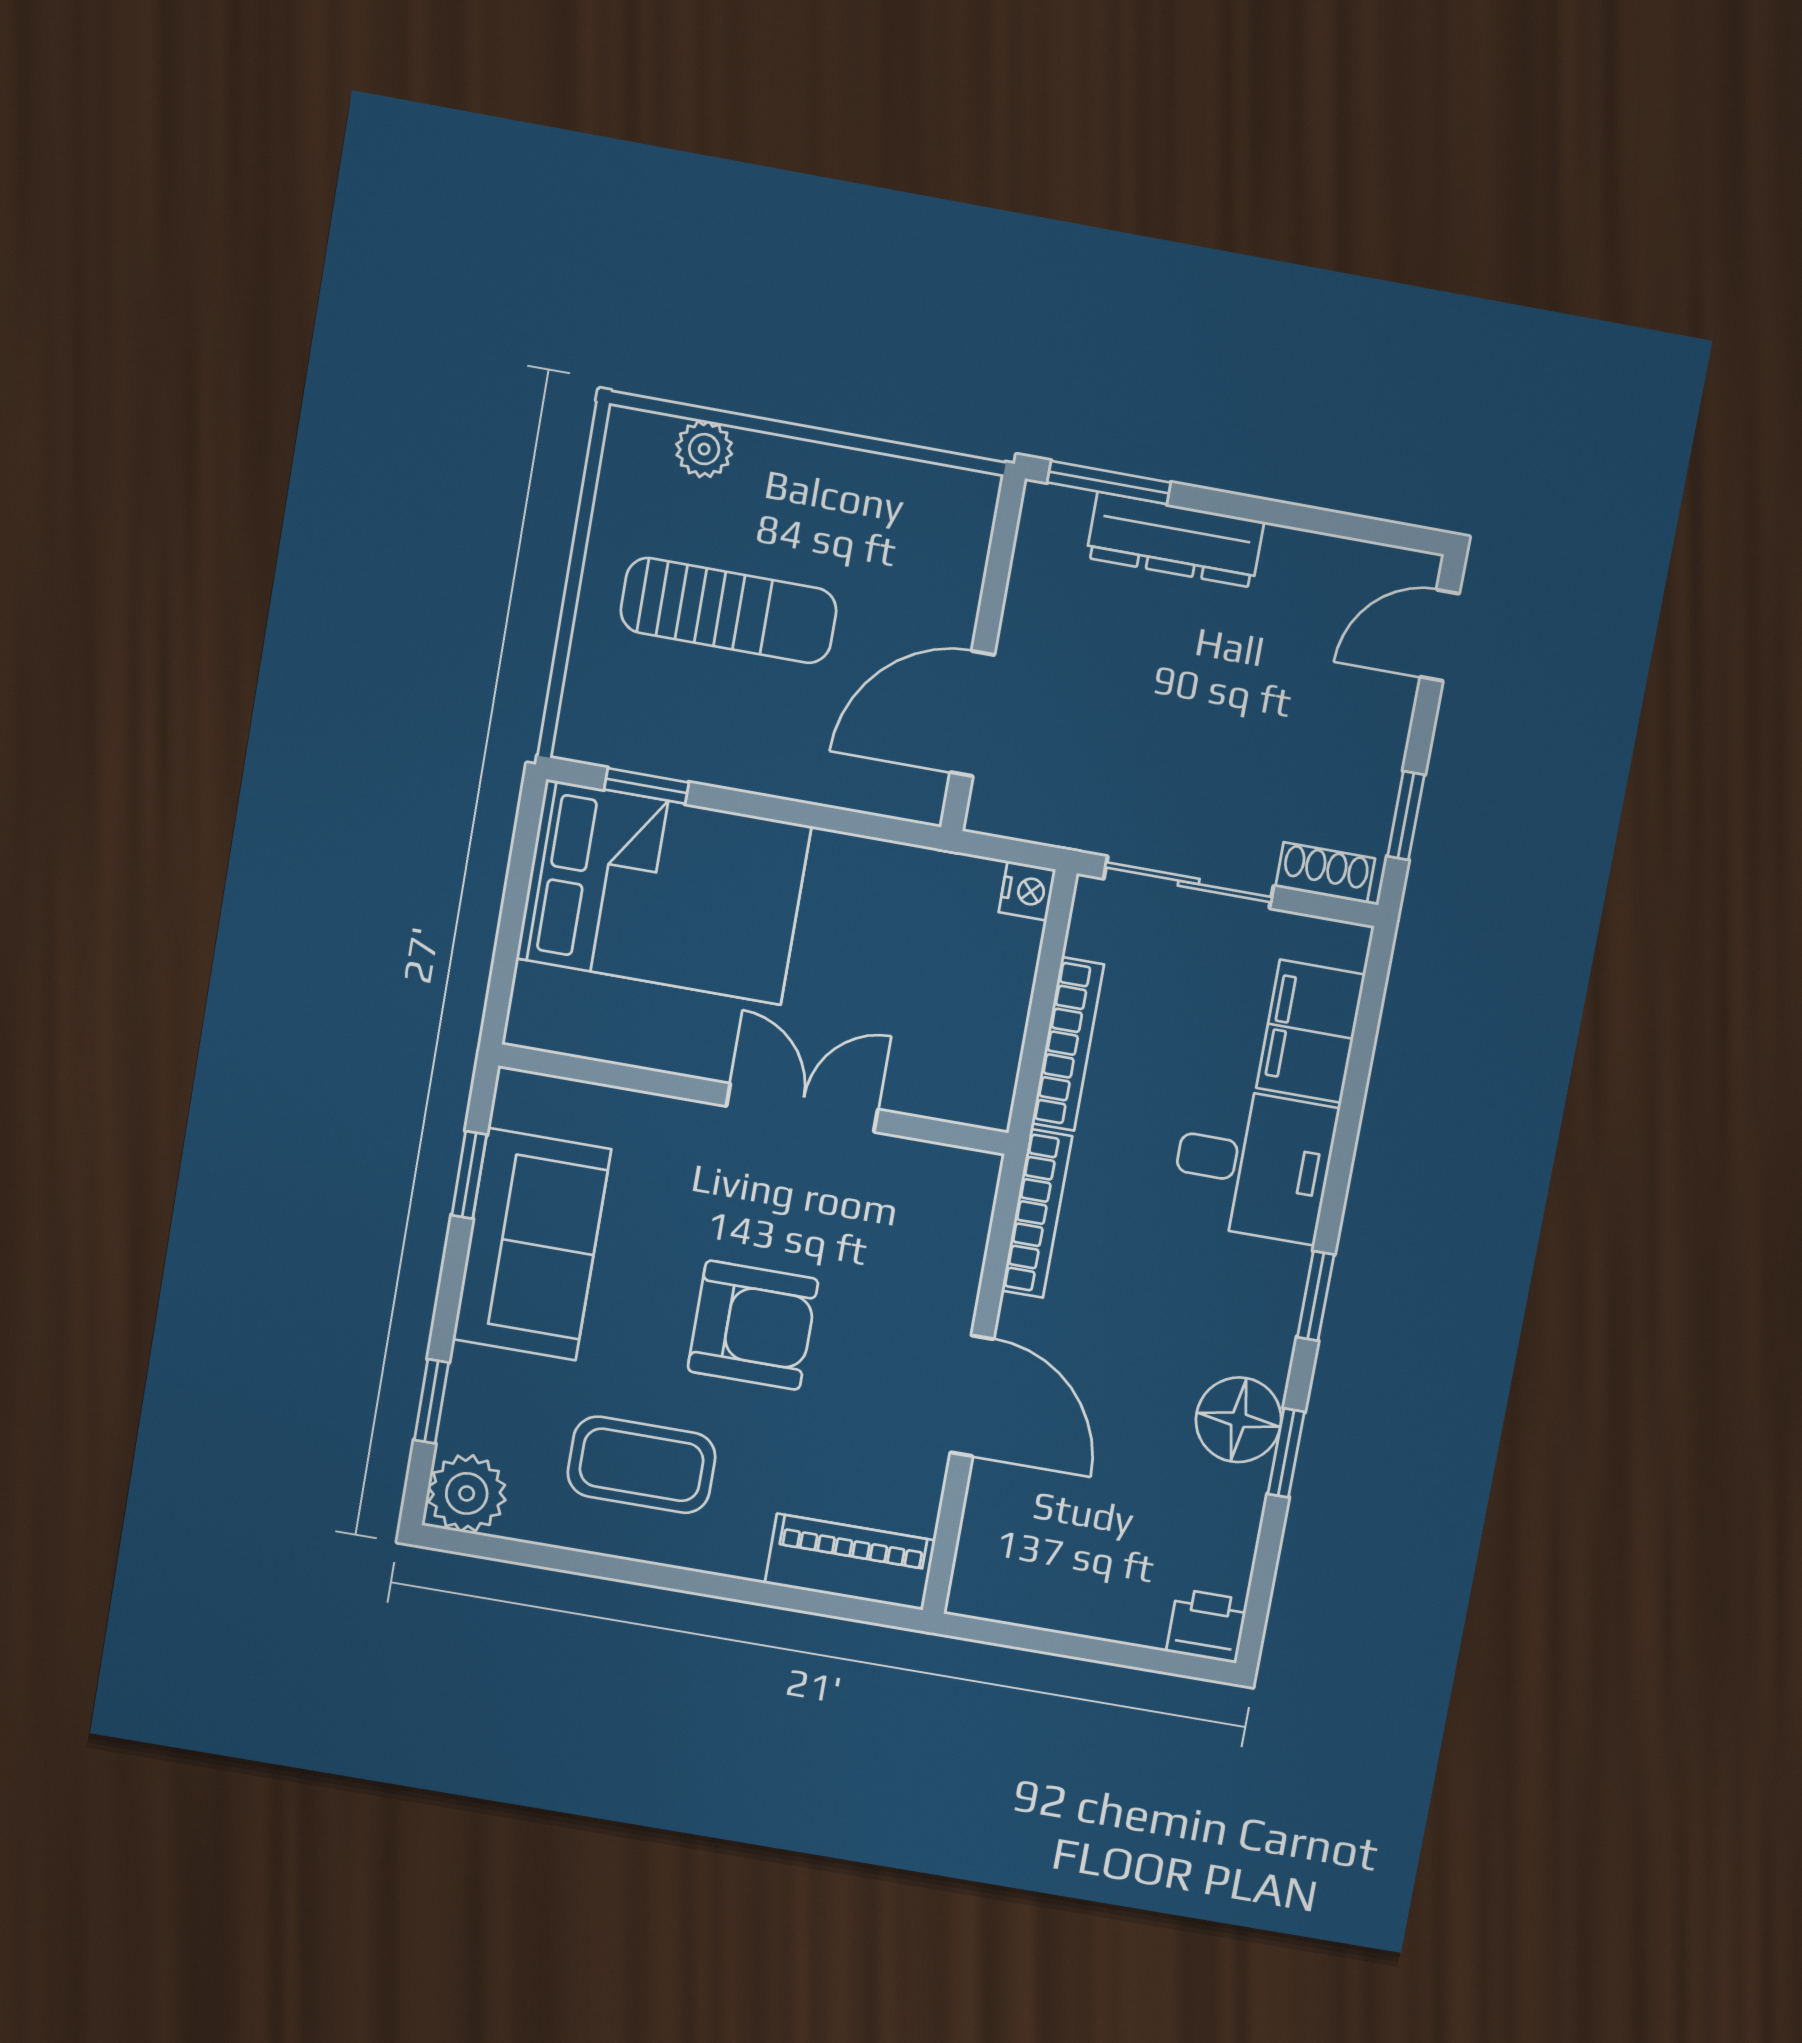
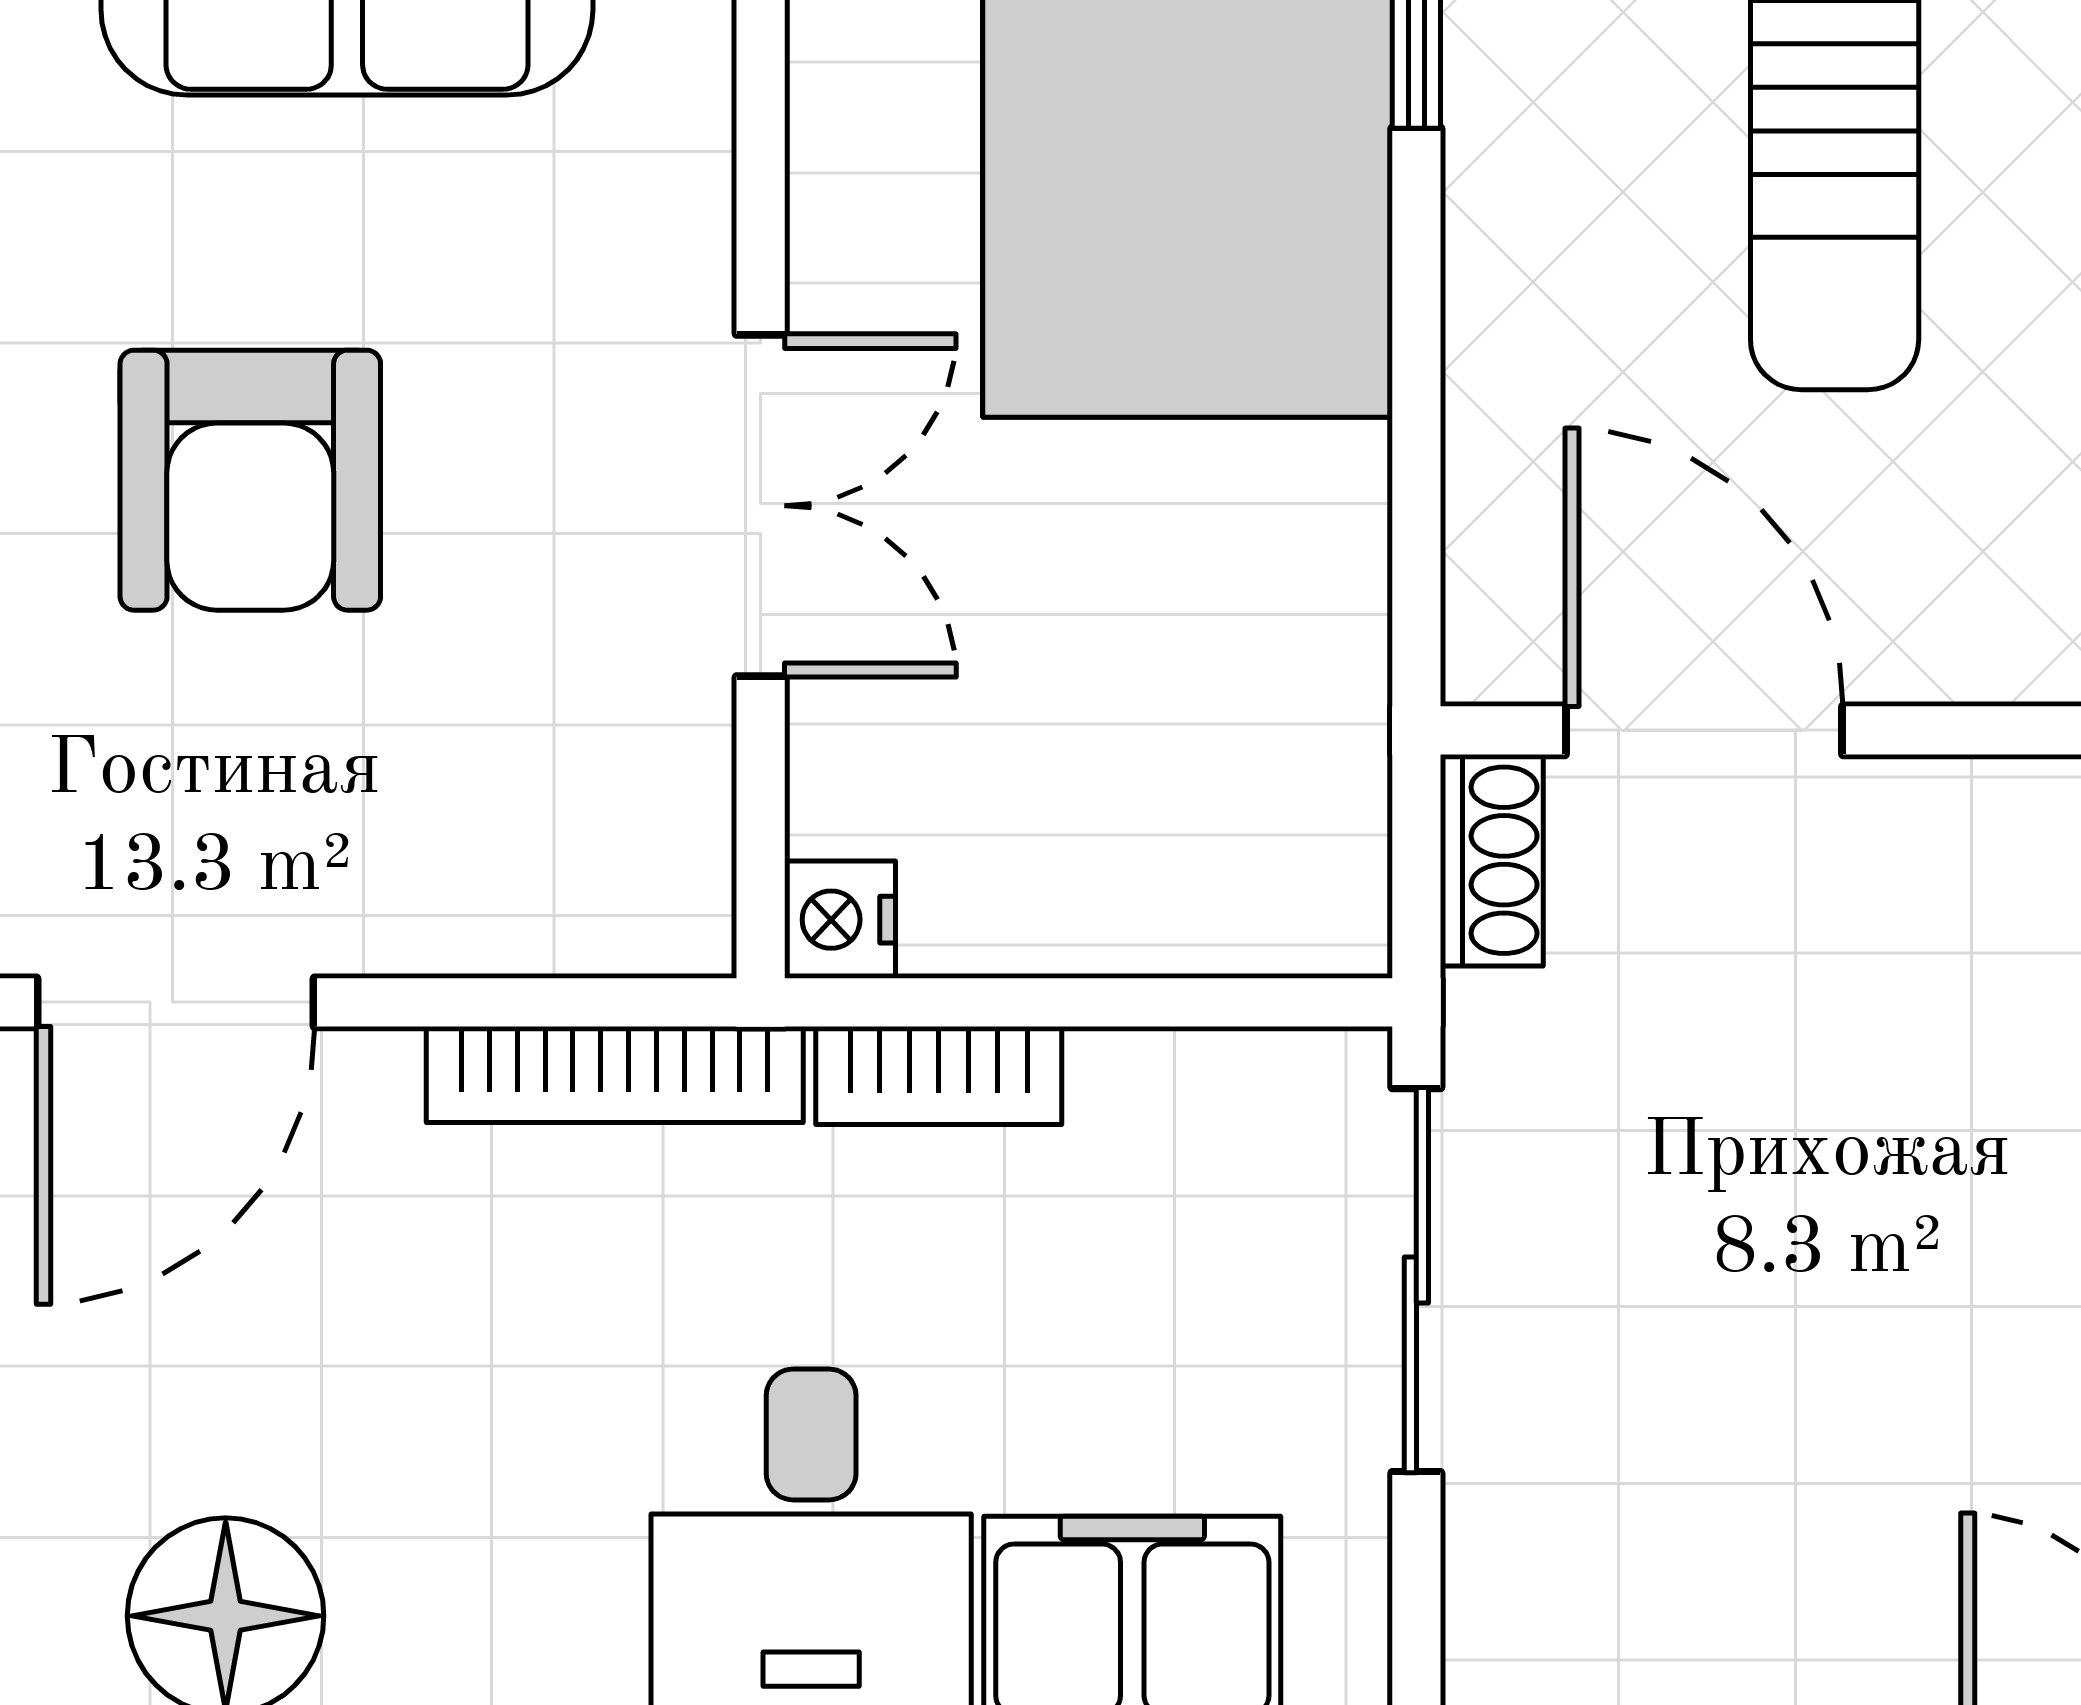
shoe rack: (1325, 873) -> (1492, 860), moved
nightstand: (1027, 891) -> (840, 920), moved, turned 90
bookcase: (1068, 1044) -> (939, 1075), width x0.64

